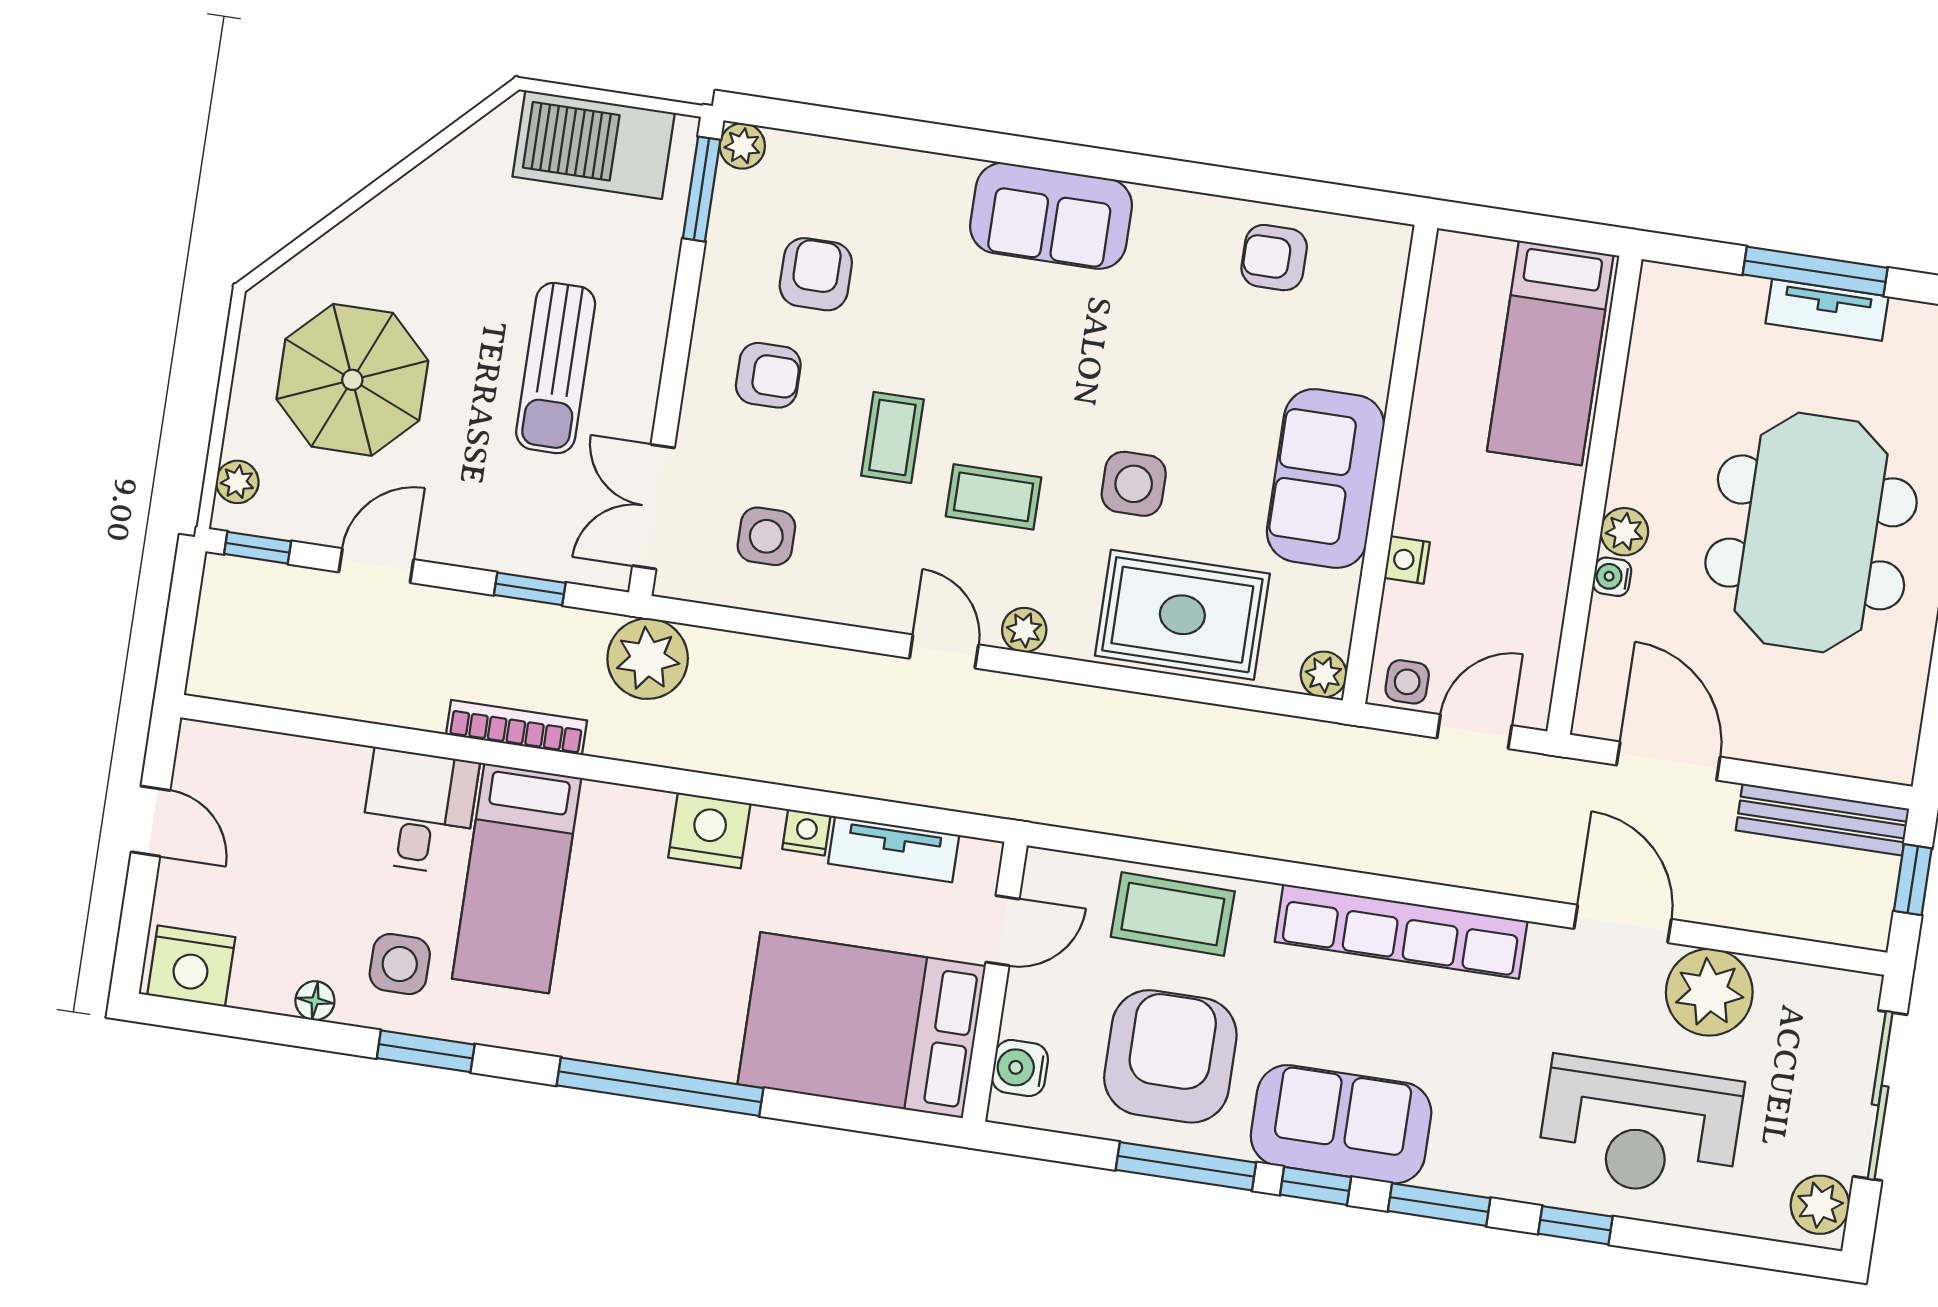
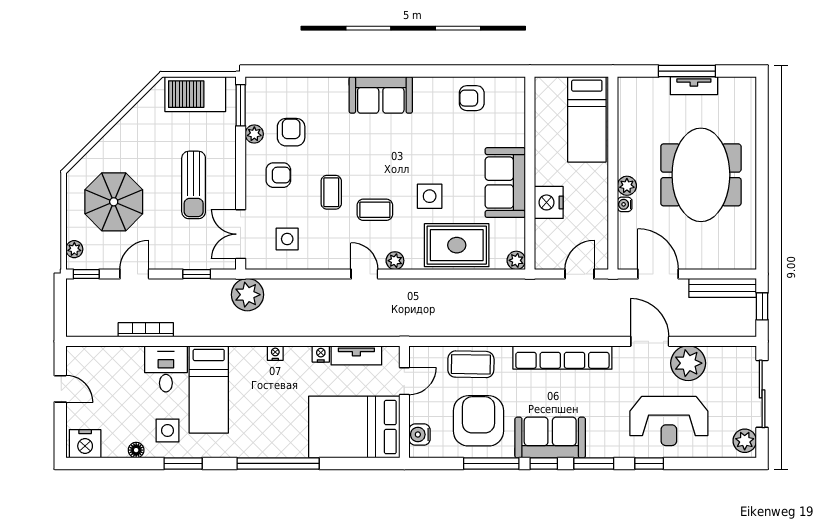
plant: (742, 146) -> (254, 134), moved
nightstand: (1407, 560) -> (549, 202), width x1.89, depth x1.79
side table: (1407, 682) -> (550, 258), removed
bookcase: (516, 727) -> (146, 330), moved
nightstand: (709, 830) -> (275, 353), width x0.53, depth x0.56

